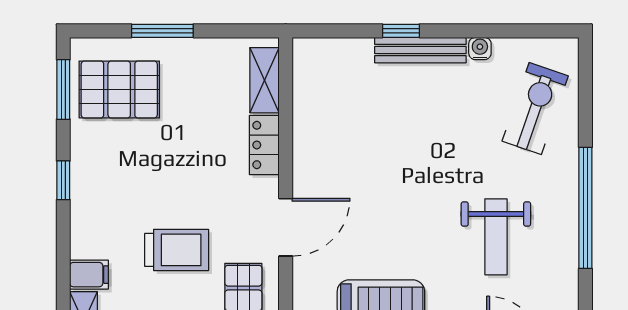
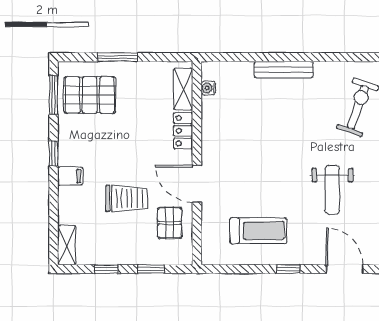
window: (401, 31) -> (271, 57), removed
water cooler: (480, 48) -> (208, 88), moved, turned -90
door: (286, 227) -> (197, 184), swing flipped
filing cabinet: (89, 275) -> (70, 176), moved

